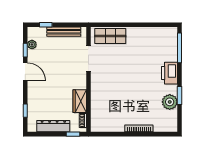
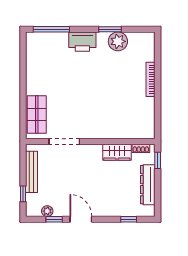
door: (25, 72) -> (81, 219), hinge flipped

